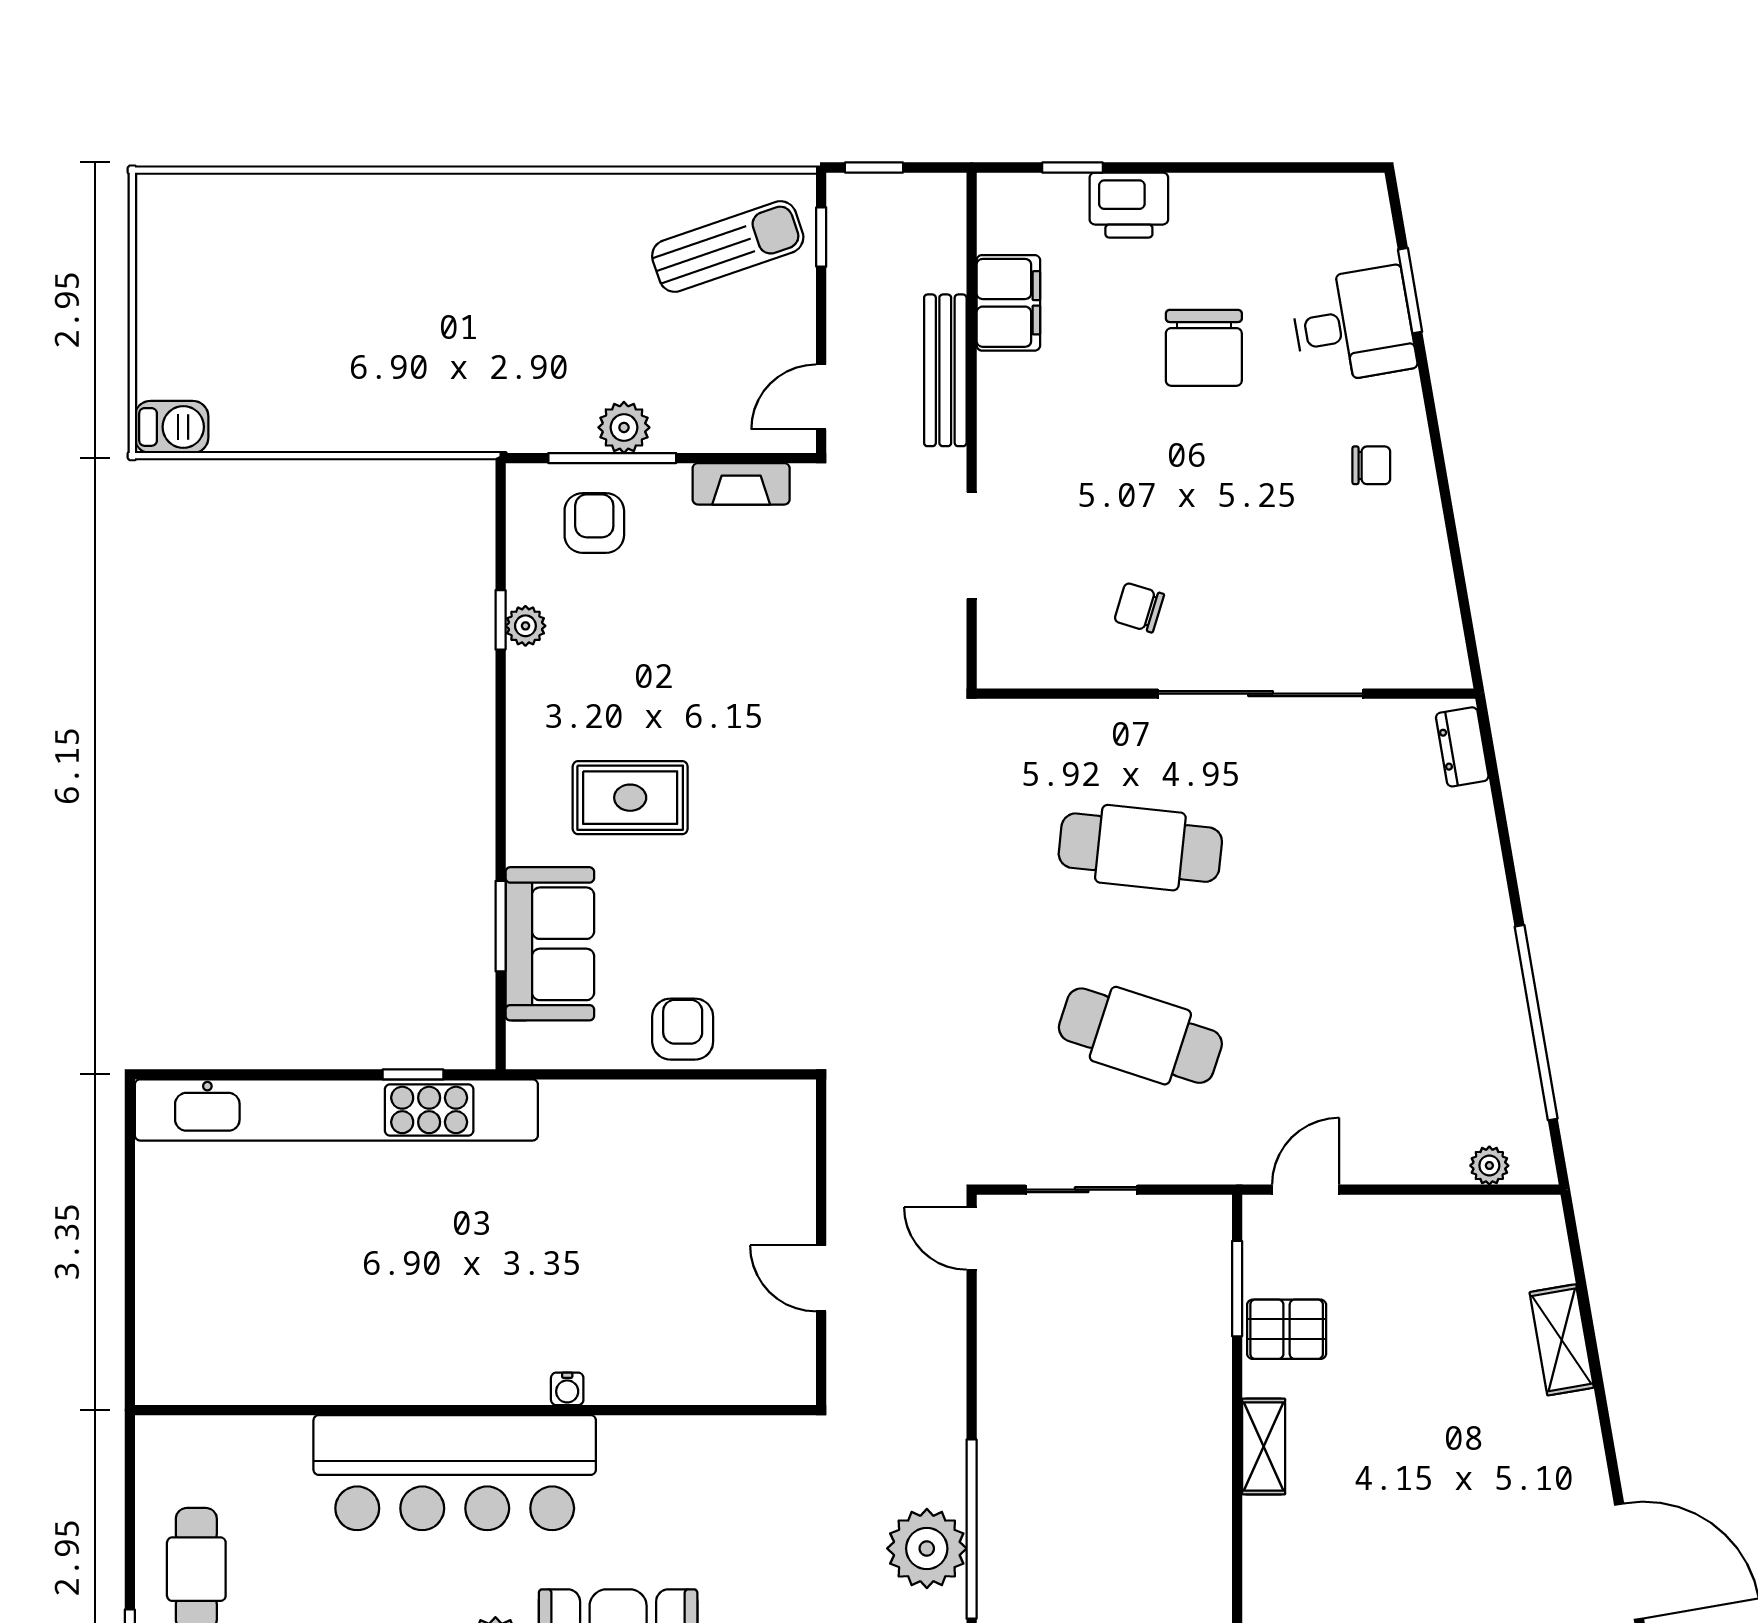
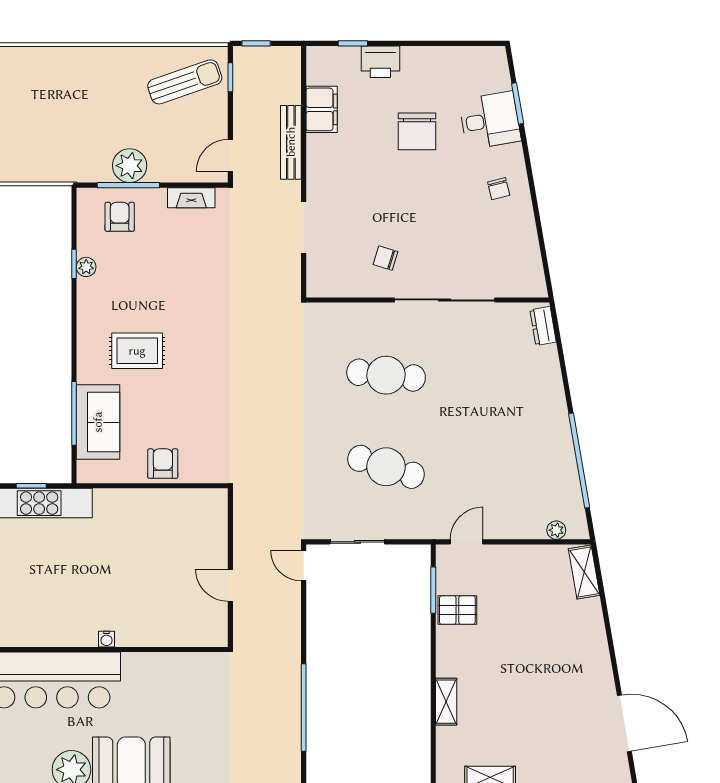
plant: (624, 427) -> (130, 166), width x1.36, depth x1.36
chair: (1371, 465) -> (499, 189), turned 76
window: (501, 926) -> (74, 413), width x1.44
shelving: (1562, 1340) -> (584, 572), moved
shelving: (1264, 1446) -> (446, 702), moved
plant: (927, 1548) -> (282, 717), removed

